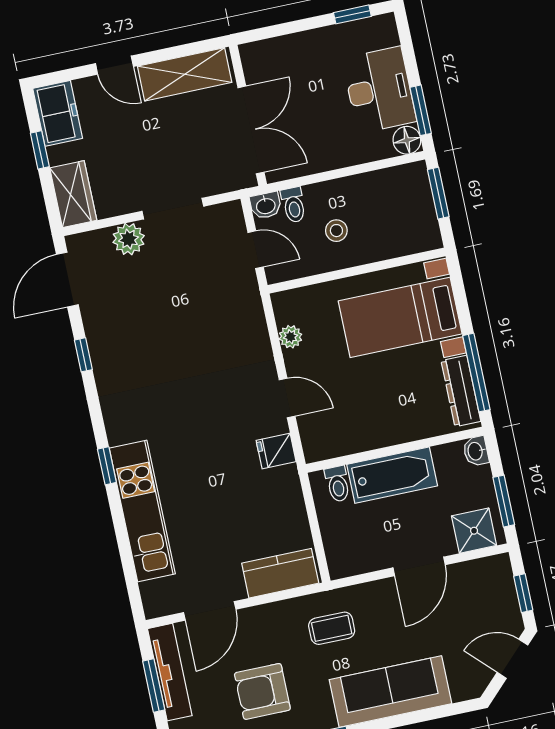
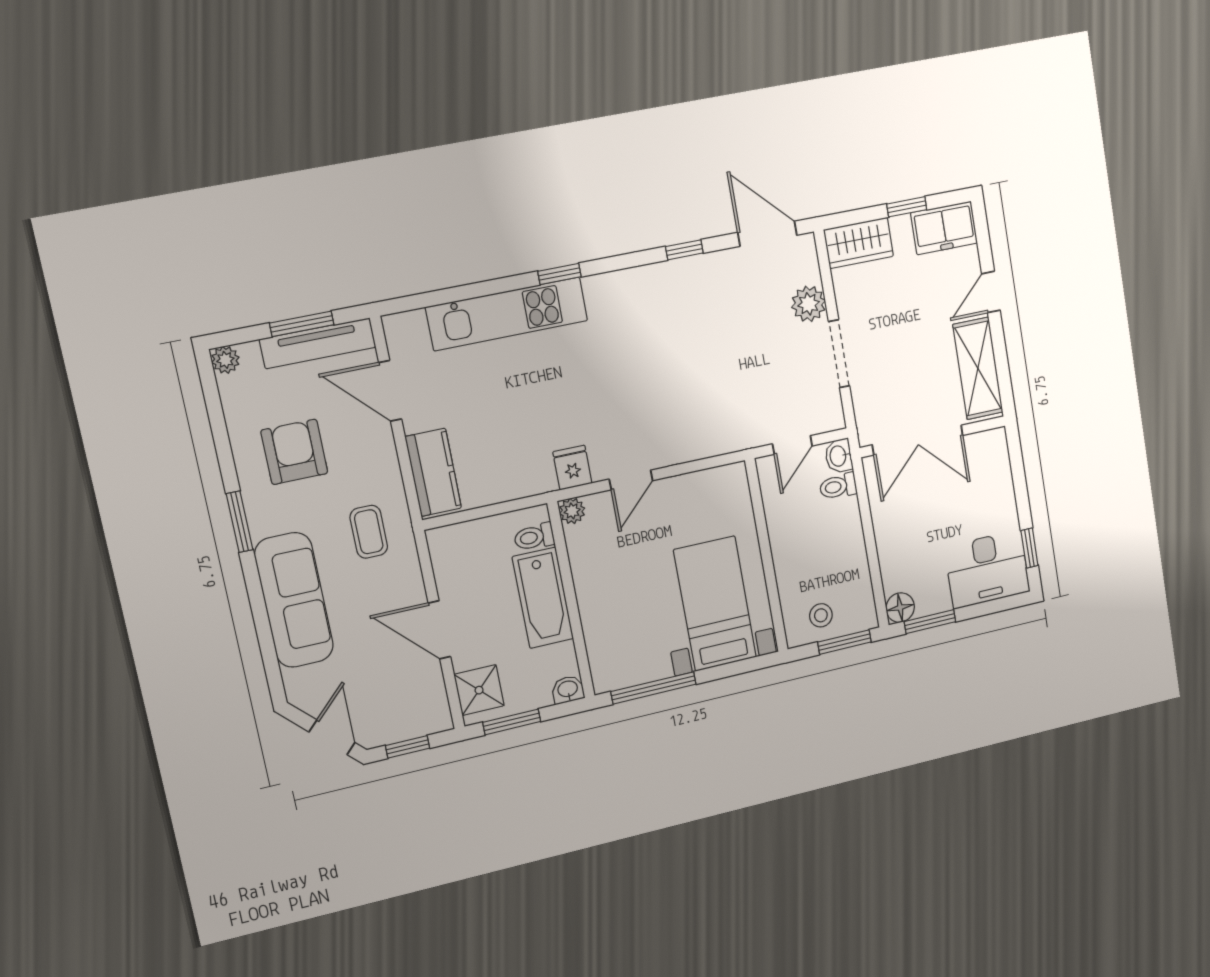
desk: (379, 90) -> (987, 569), moved
stool: (336, 231) -> (821, 615), moved
plant: (290, 337) -> (572, 511), moved
dresser: (461, 391) -> (634, 671), removed

